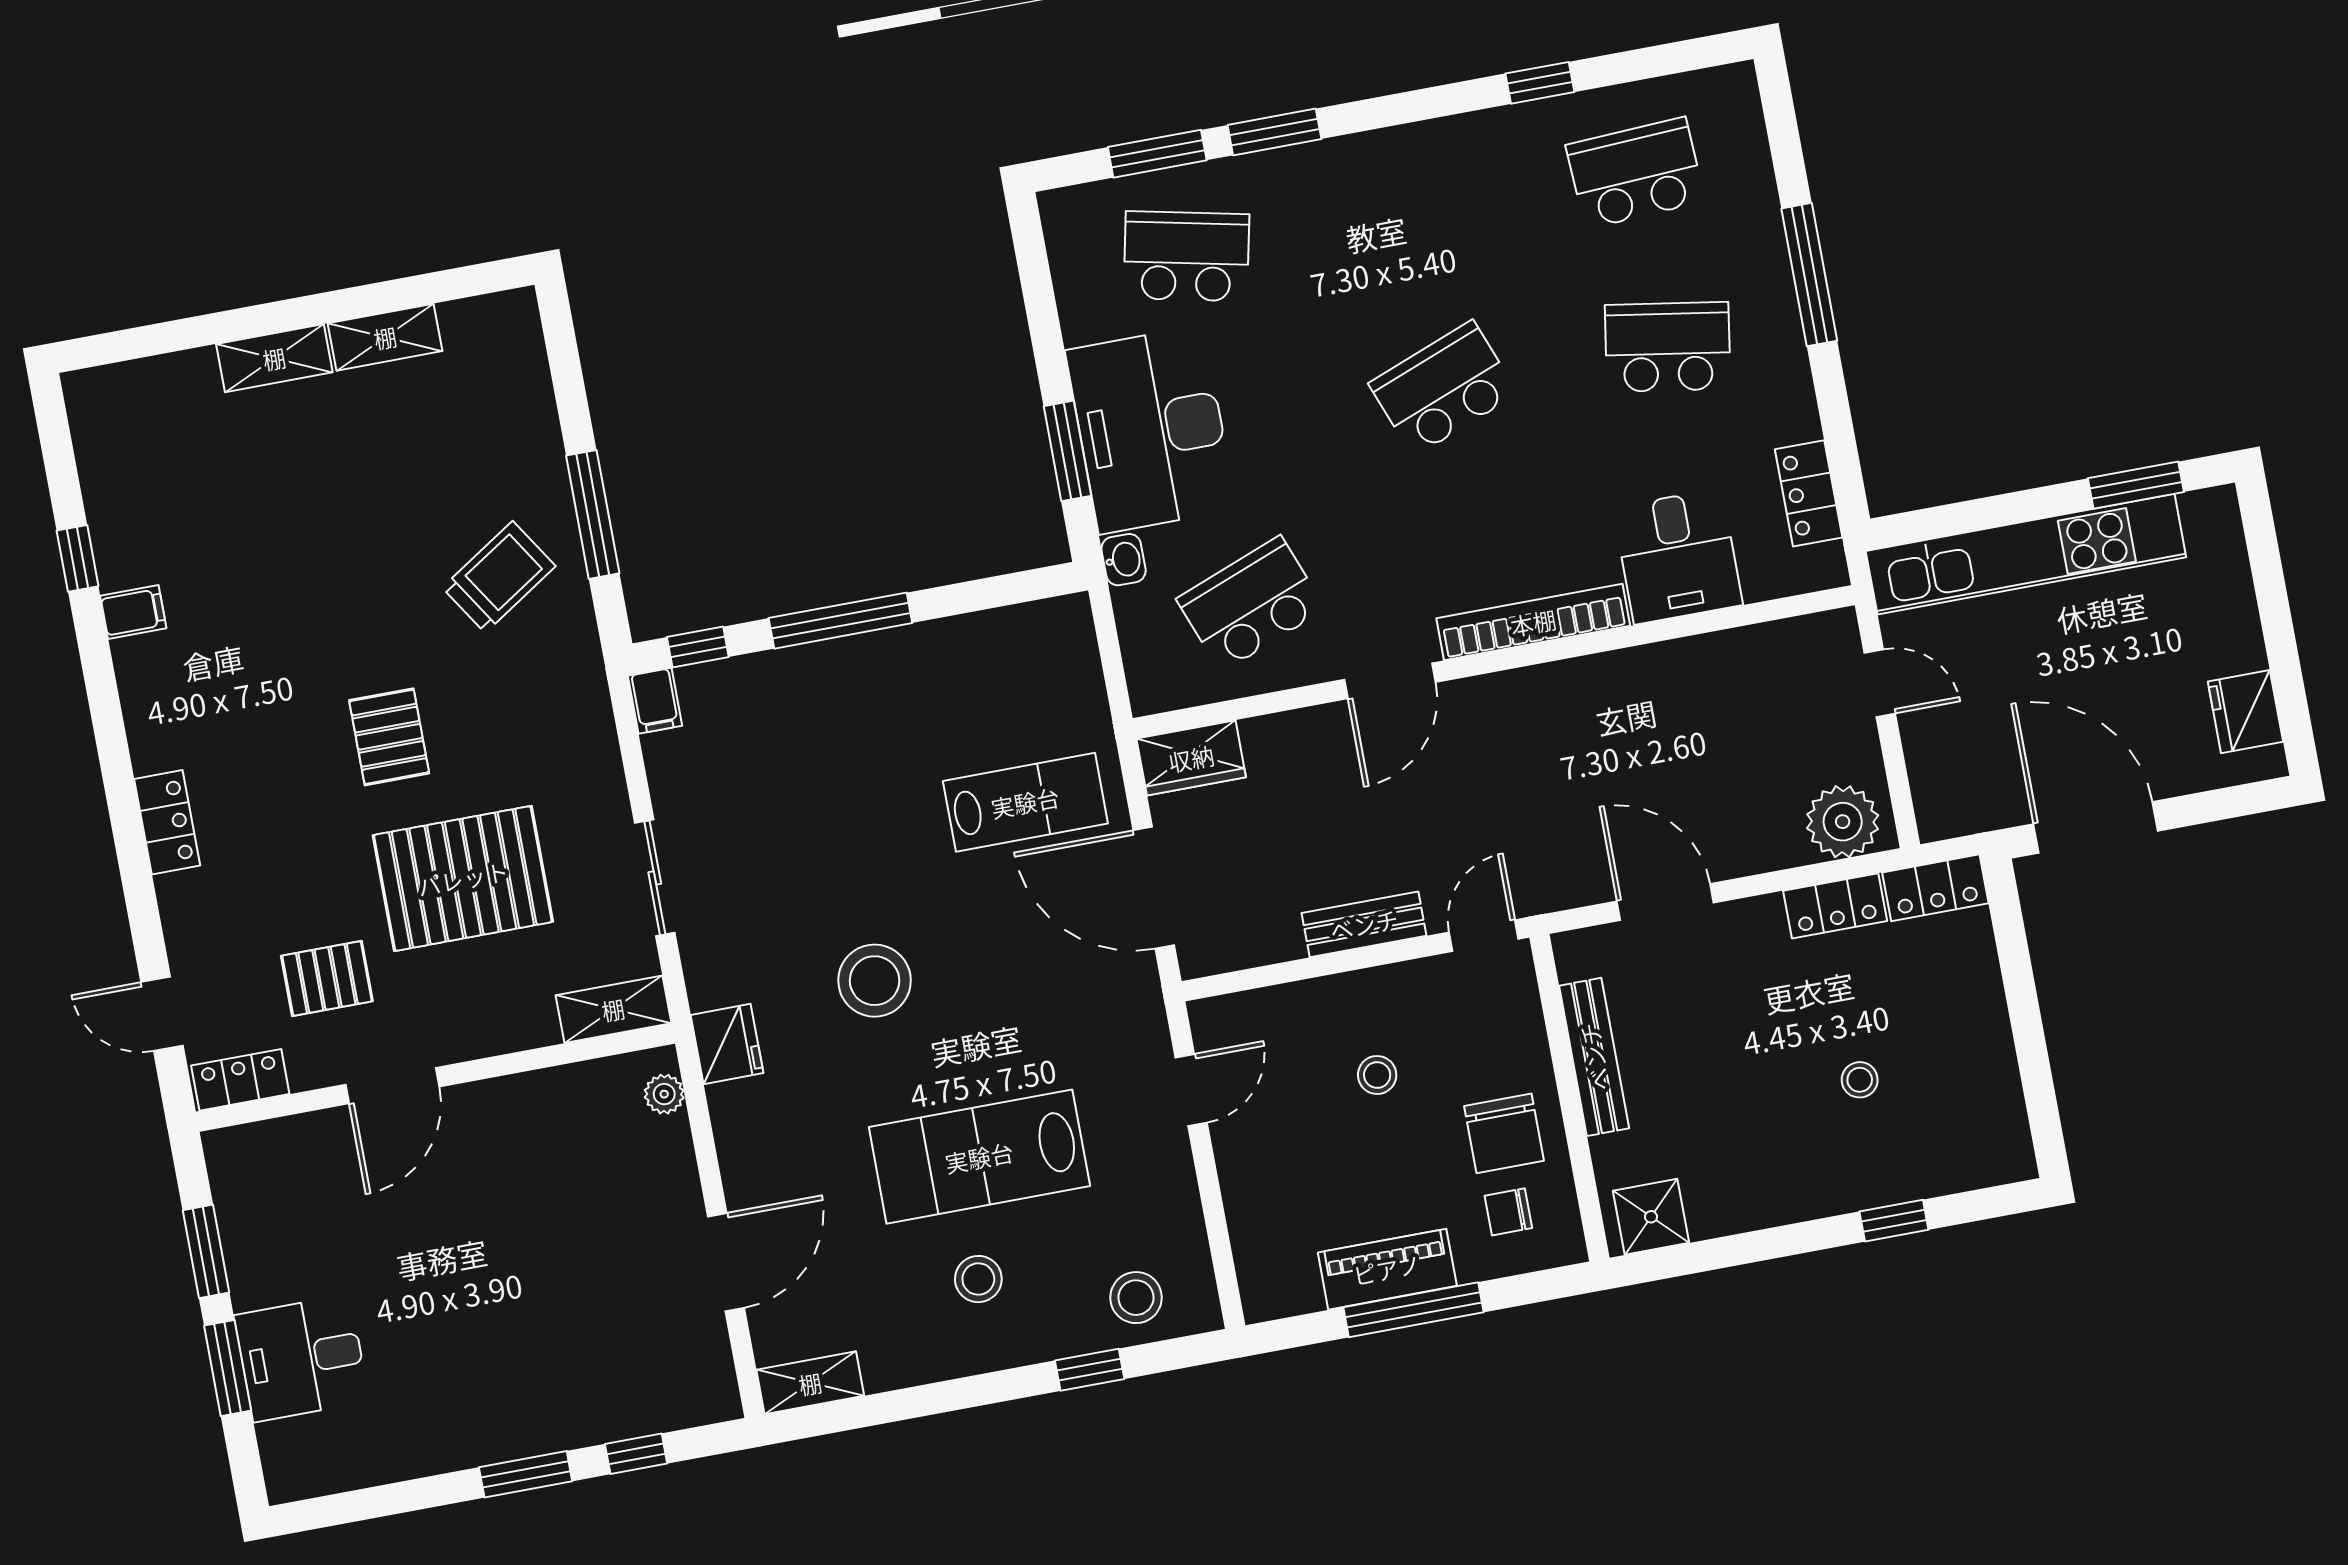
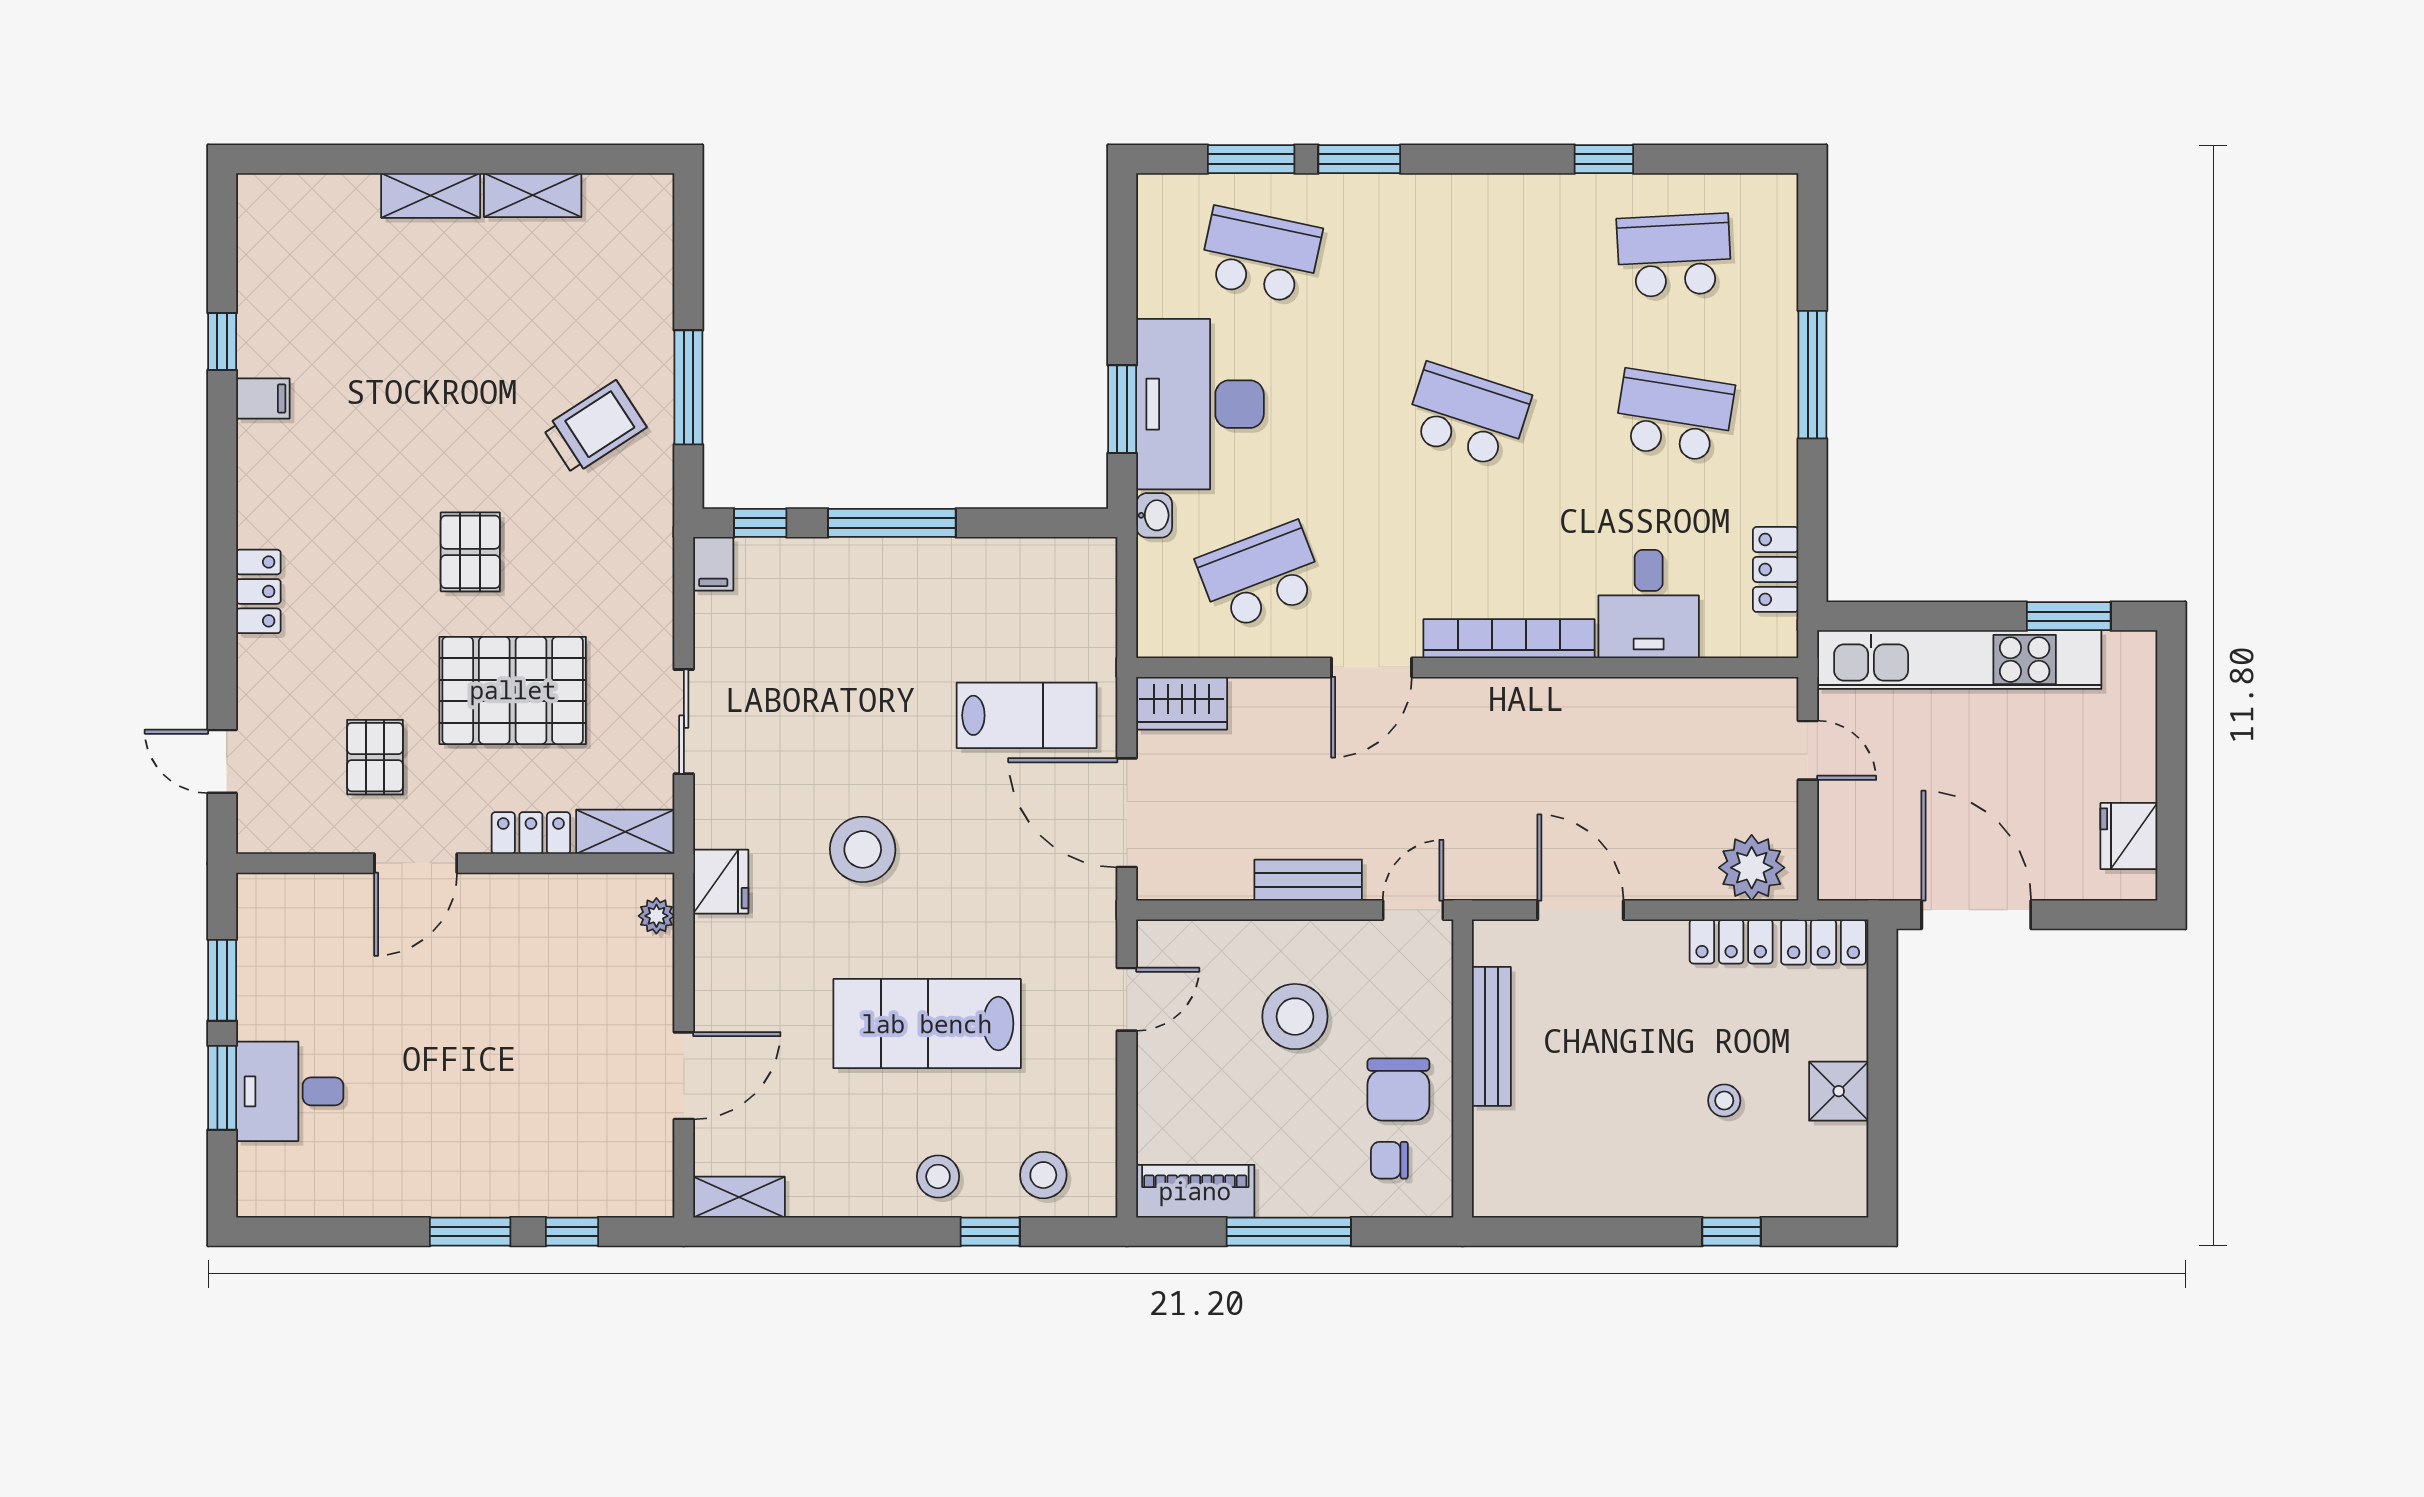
school desk: (1443, 389) -> (1467, 416), turned 39
pallet: (327, 979) -> (375, 757), turned 90
stool: (1377, 1075) -> (1295, 1017), width x1.89, depth x1.89
locker: (240, 1080) -> (531, 833), moved
shower: (1651, 1217) -> (1839, 1091), moved
piano: (1387, 1269) -> (1195, 1191), moved
stool: (978, 1279) -> (938, 1176), moved

